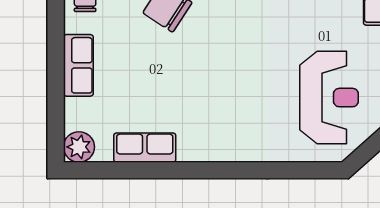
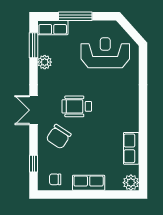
wheelchair: (226, 43) -> (77, 106), added

